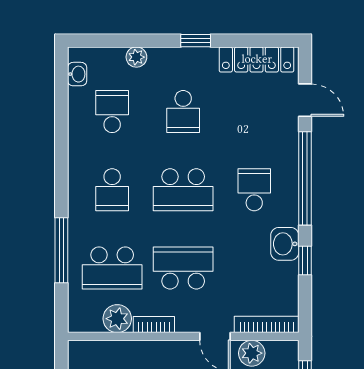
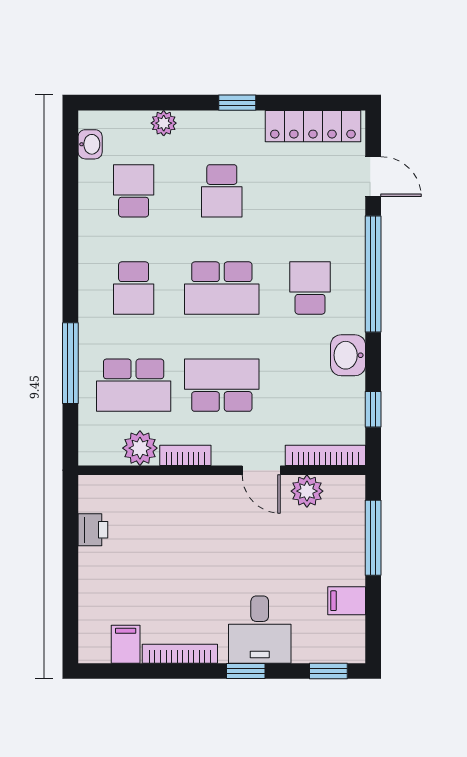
window: (305, 260) -> (373, 409), moved

